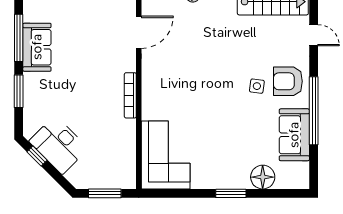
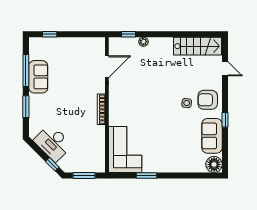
window: (314, 111) -> (225, 120), width x0.32
window: (37, 156) -> (52, 164), moved
floor lamp: (263, 177) -> (214, 164), moved
window: (231, 193) -> (147, 175), moved

